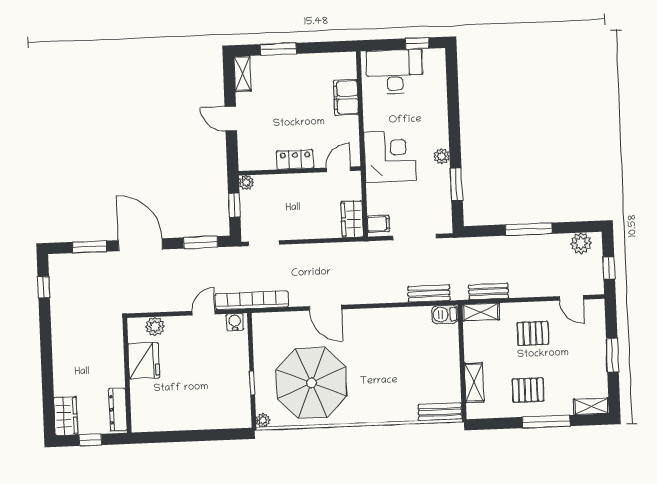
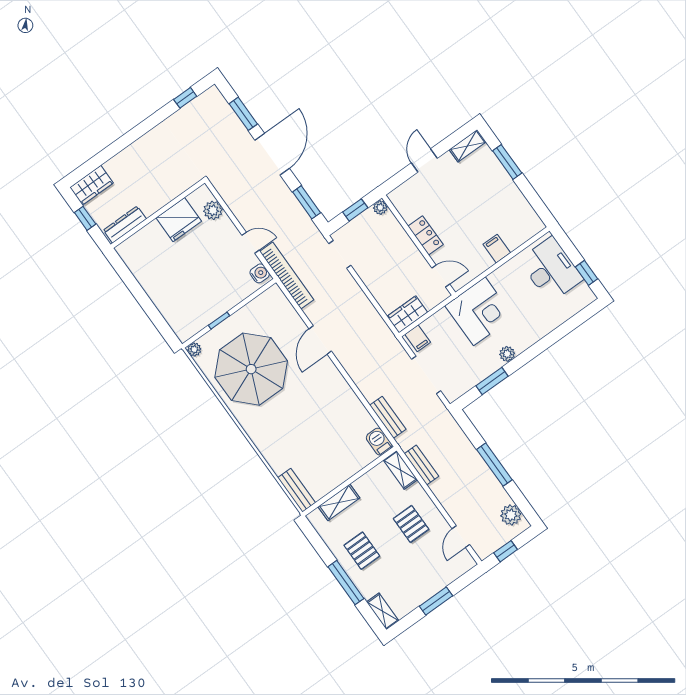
filing cabinet: (346, 97) -> (497, 249), width x0.50

